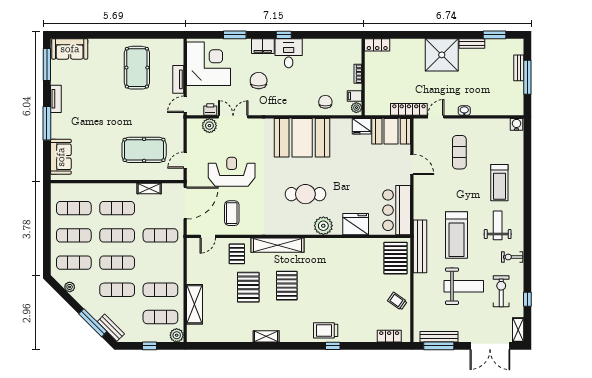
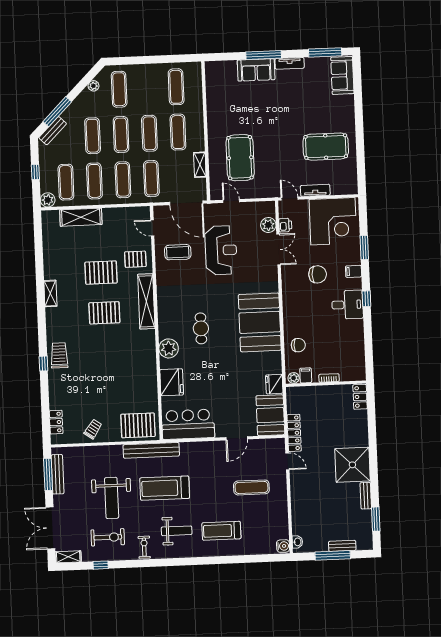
filing cabinet: (263, 46) -> (354, 271), width x0.50
washbasin: (464, 111) -> (297, 542), moved
sofa: (61, 157) -> (256, 70), moved
cafe table: (305, 194) -> (201, 328), width x0.73, depth x0.74
exercise mat: (74, 235) -> (123, 180), moved

